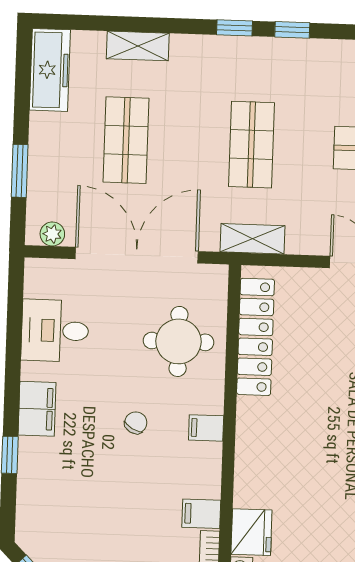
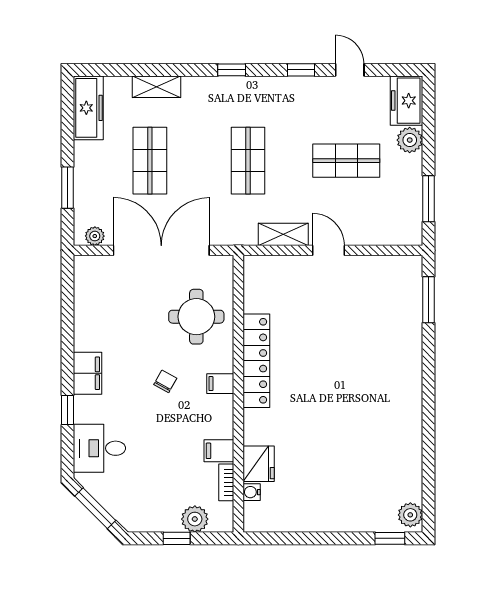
window: (292, 30) -> (301, 70), moved
shelving: (253, 239) -> (283, 234), moved
desk: (55, 331) -> (99, 448), moved
locker: (256, 337) -> (256, 361), moved

